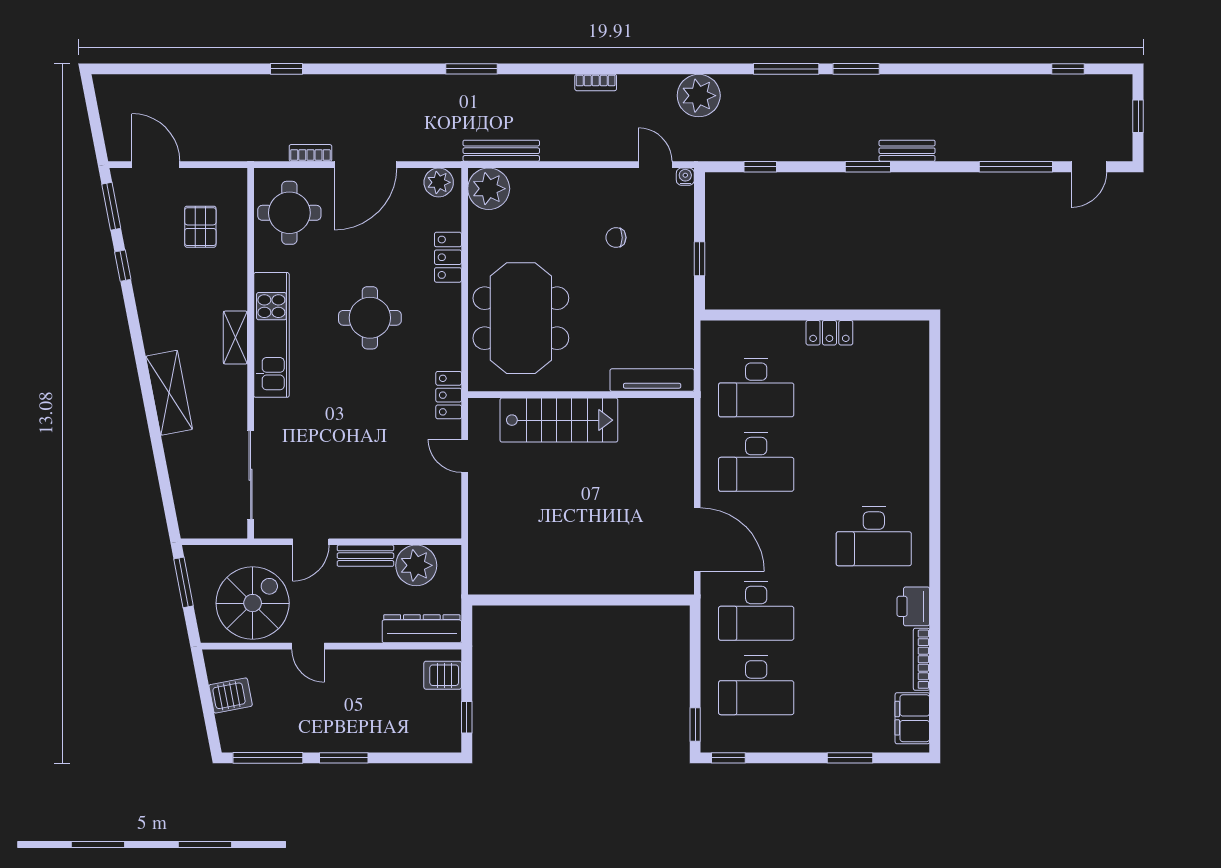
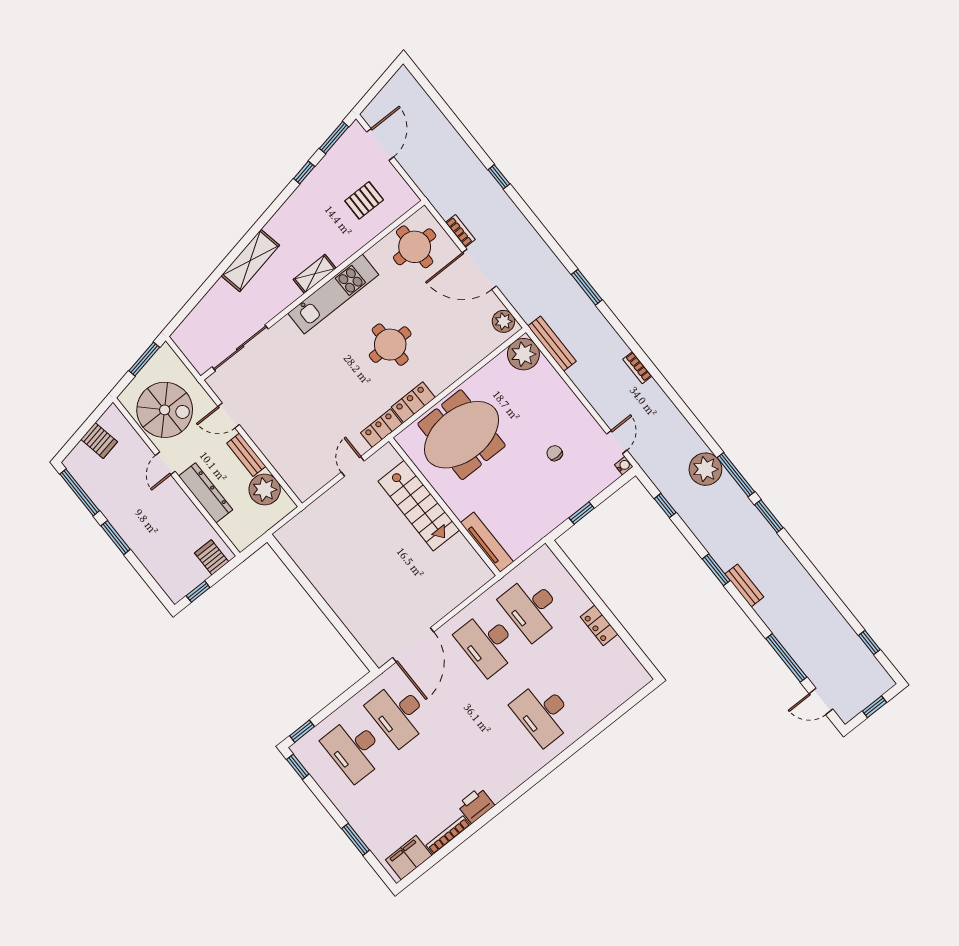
plant: (699, 96) -> (705, 469), moved
locker: (448, 257) -> (413, 402), moved
desk: (874, 536) -> (543, 713), moved
dresser: (422, 629) -> (206, 493), moved

